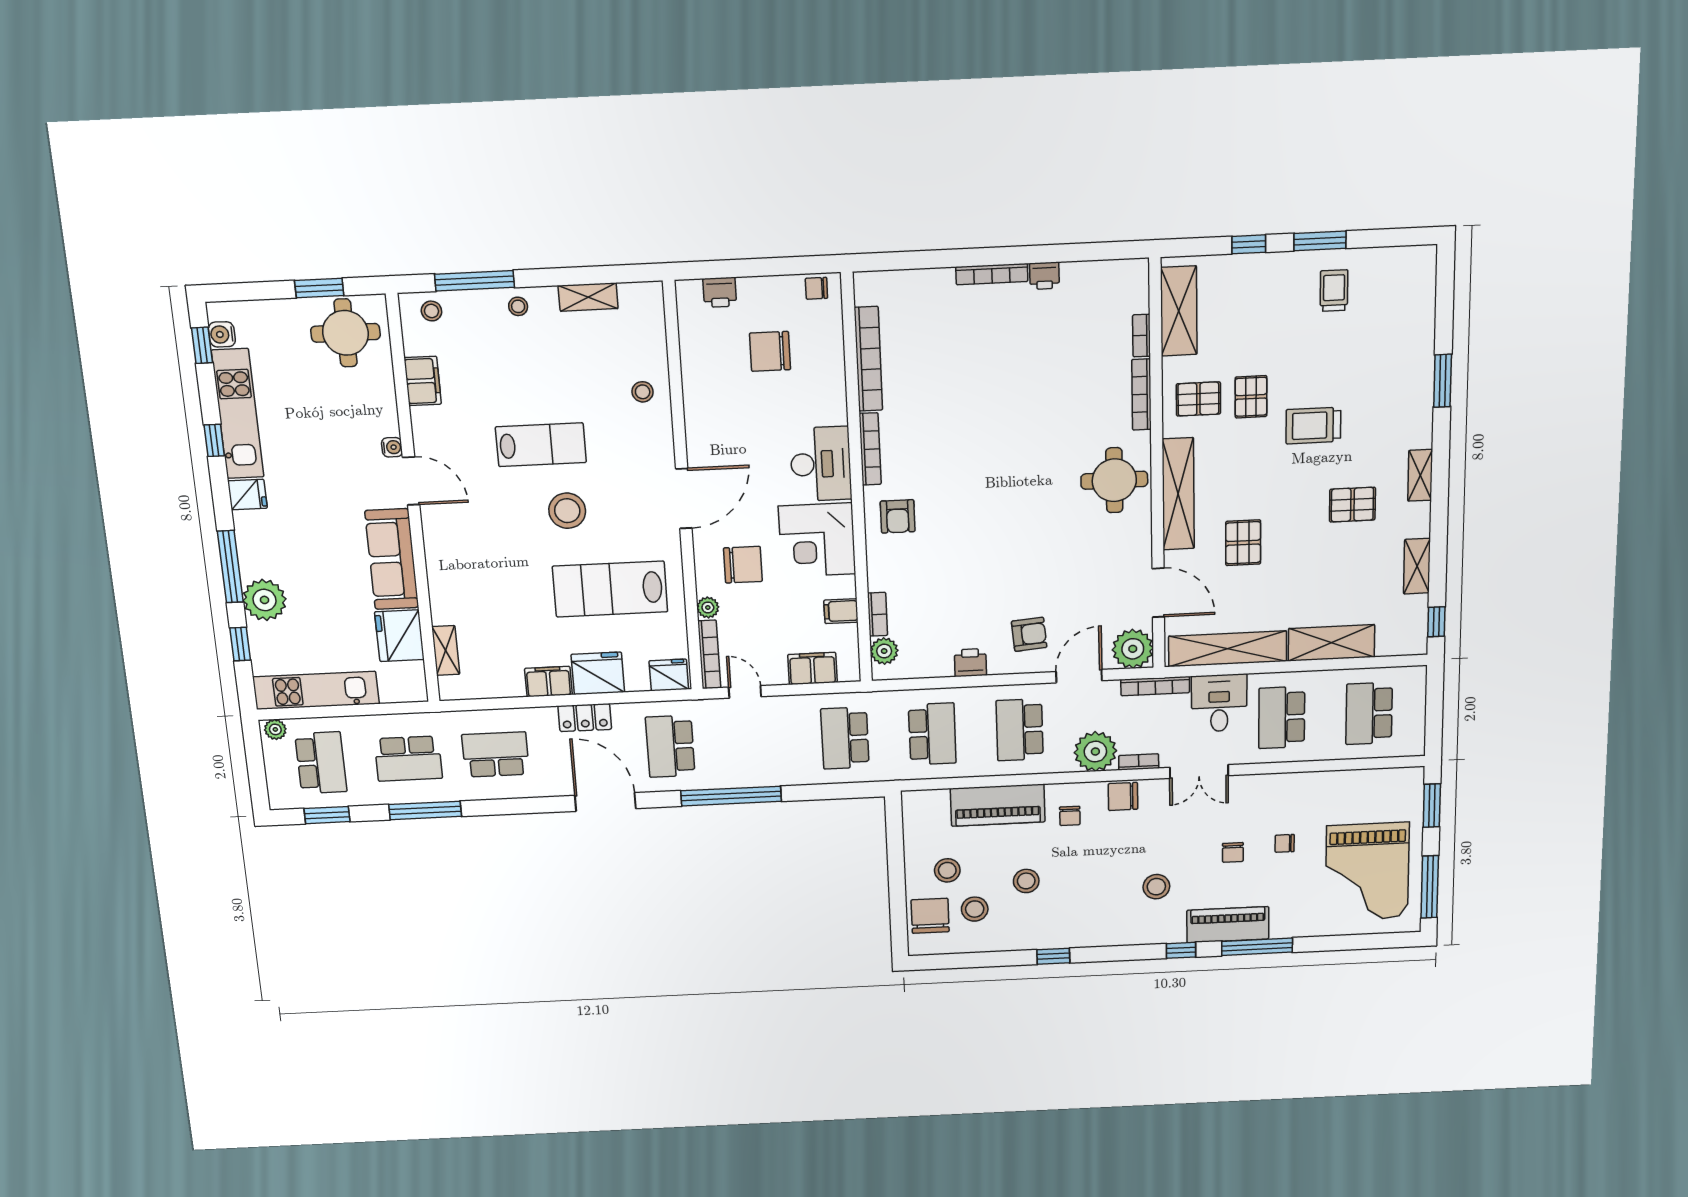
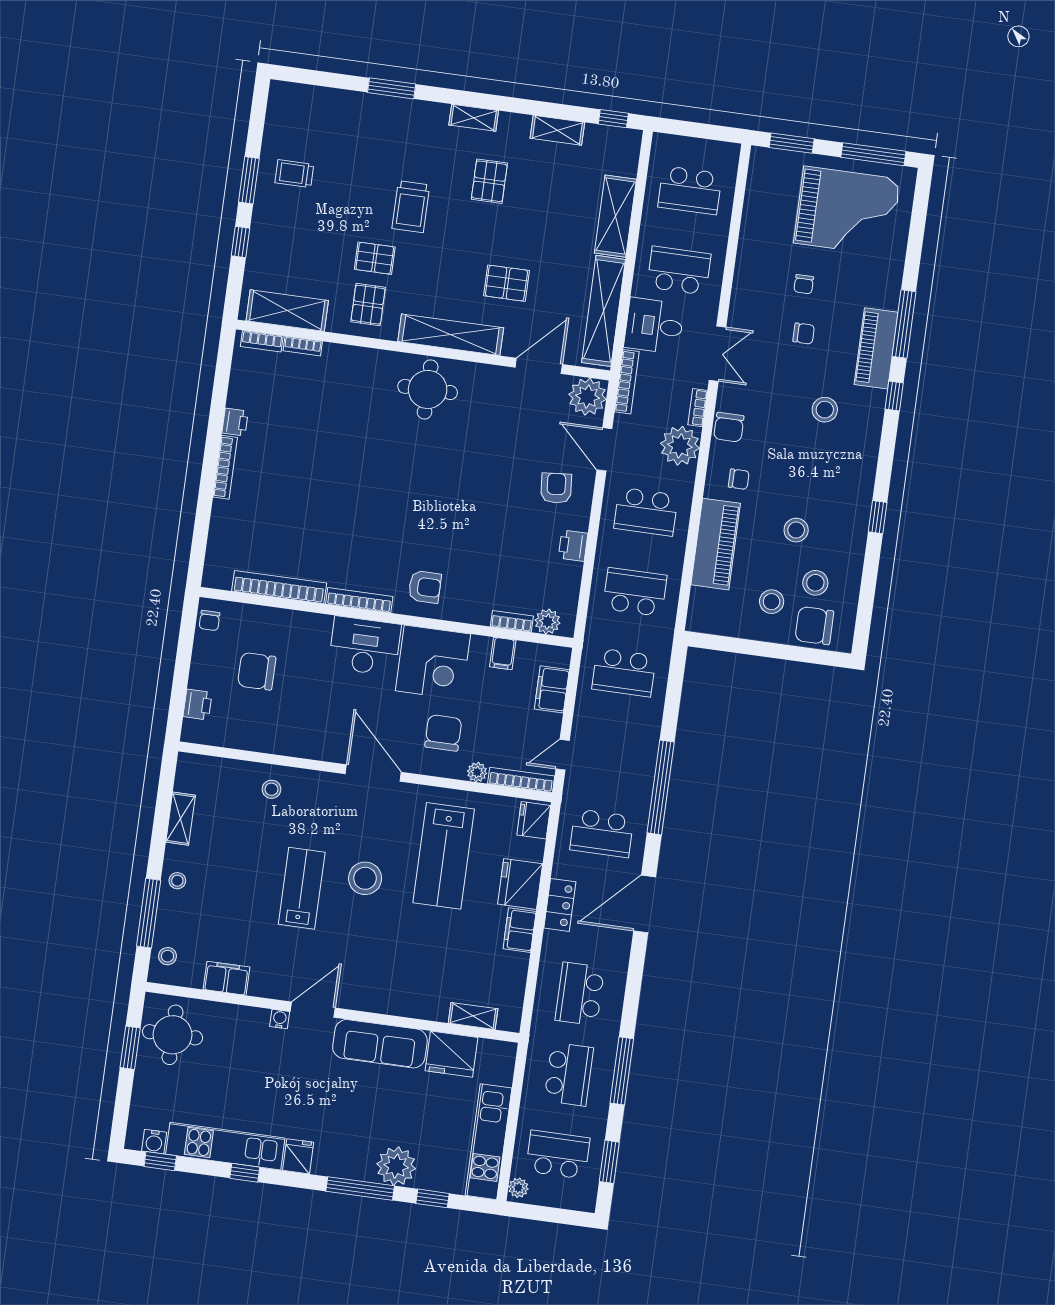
chair: (770, 351) -> (257, 671), turned 90
bookcase: (1141, 395) -> (262, 341), moved, width x0.64
school desk: (1282, 717) -> (679, 271), turned 180

